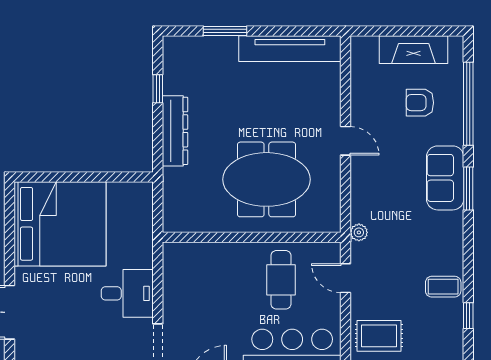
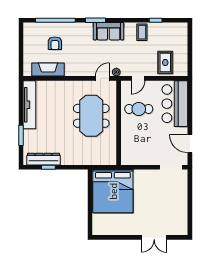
fireplace: (414, 50) -> (48, 70), moved, turned -90
dresser: (175, 131) -> (44, 159), moved
door: (346, 141) -> (102, 78), moved
sofa: (445, 178) -> (108, 31), moved
bed: (60, 224) -> (113, 191), moved, turned 180
desk: (127, 293) -> (145, 182), removed

